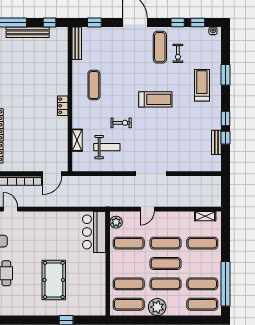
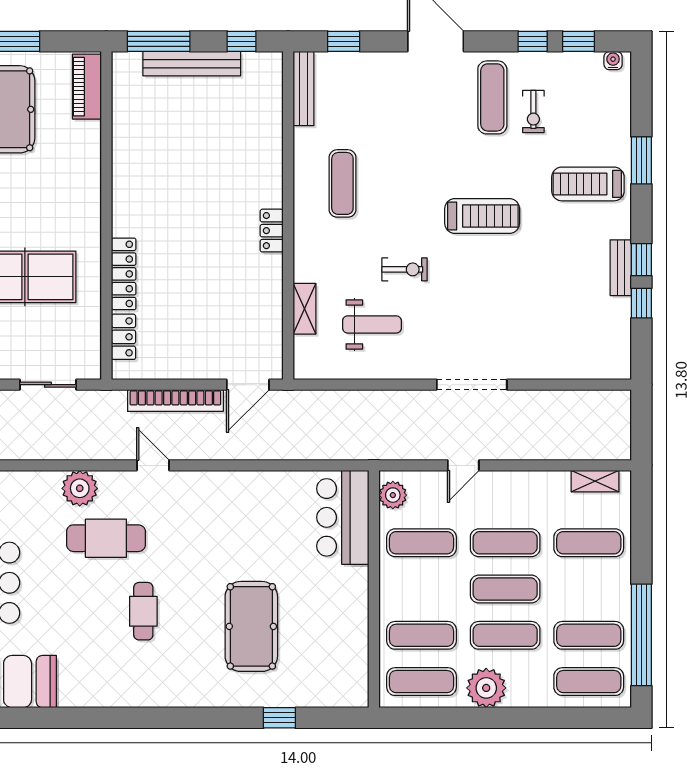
treadmill: (202, 85) -> (588, 184), turned -90
bench: (216, 142) -> (621, 268), moved

